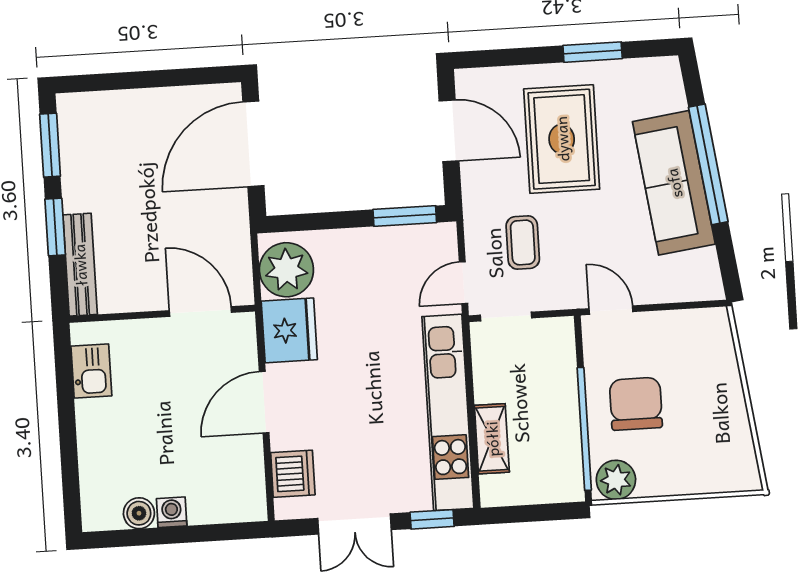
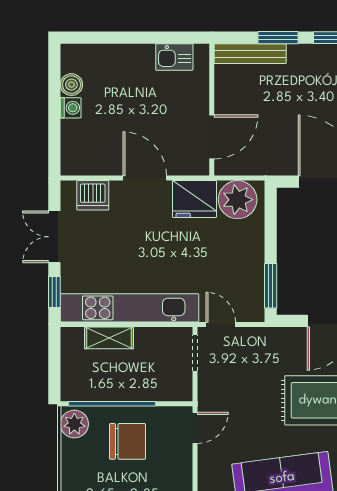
coffee table: (523, 242) -> (247, 368), removed

